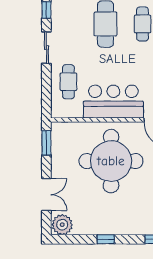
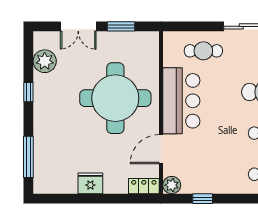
window: (46, 143) -> (121, 26), moved
plant: (62, 225) -> (45, 61), moved

